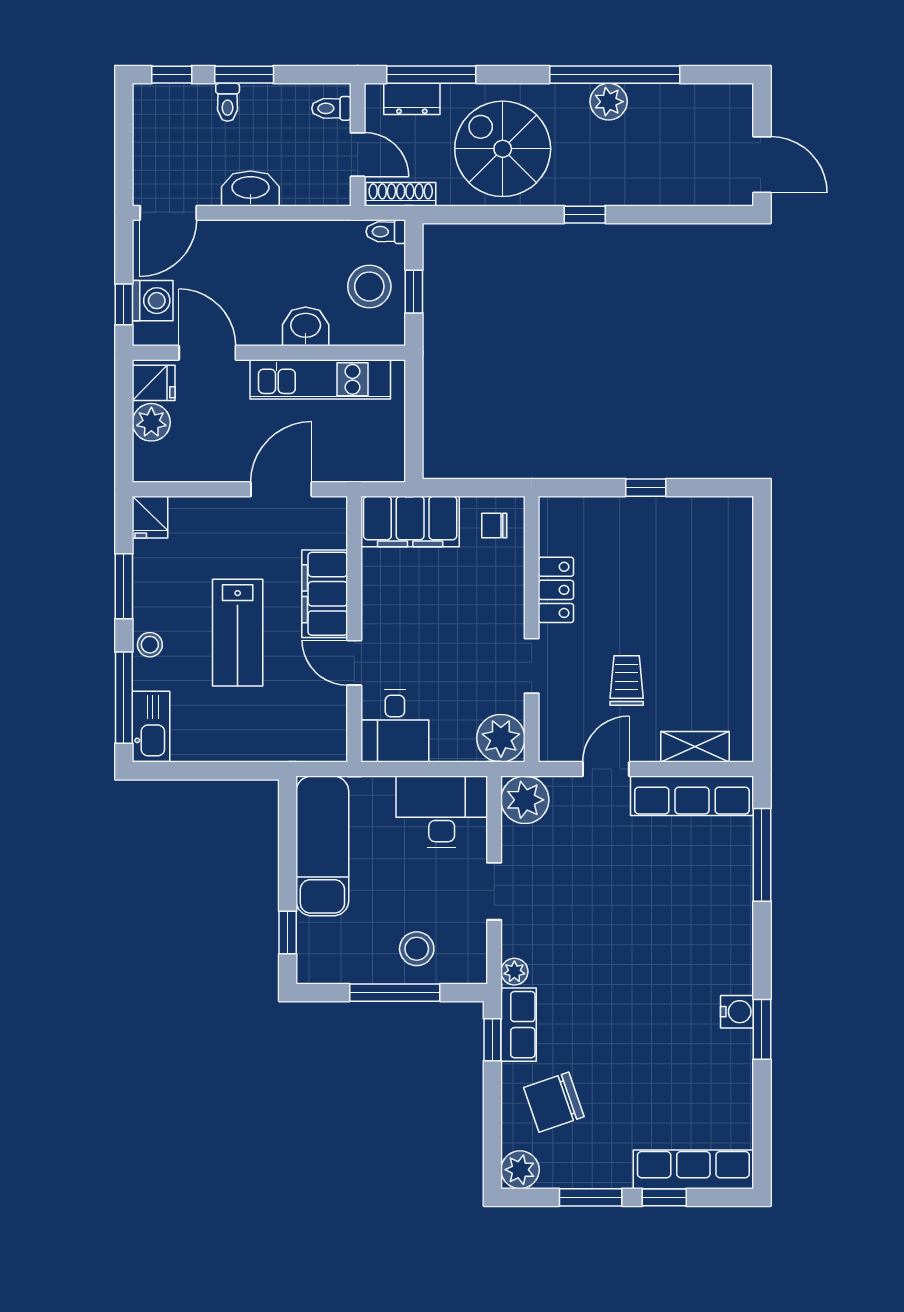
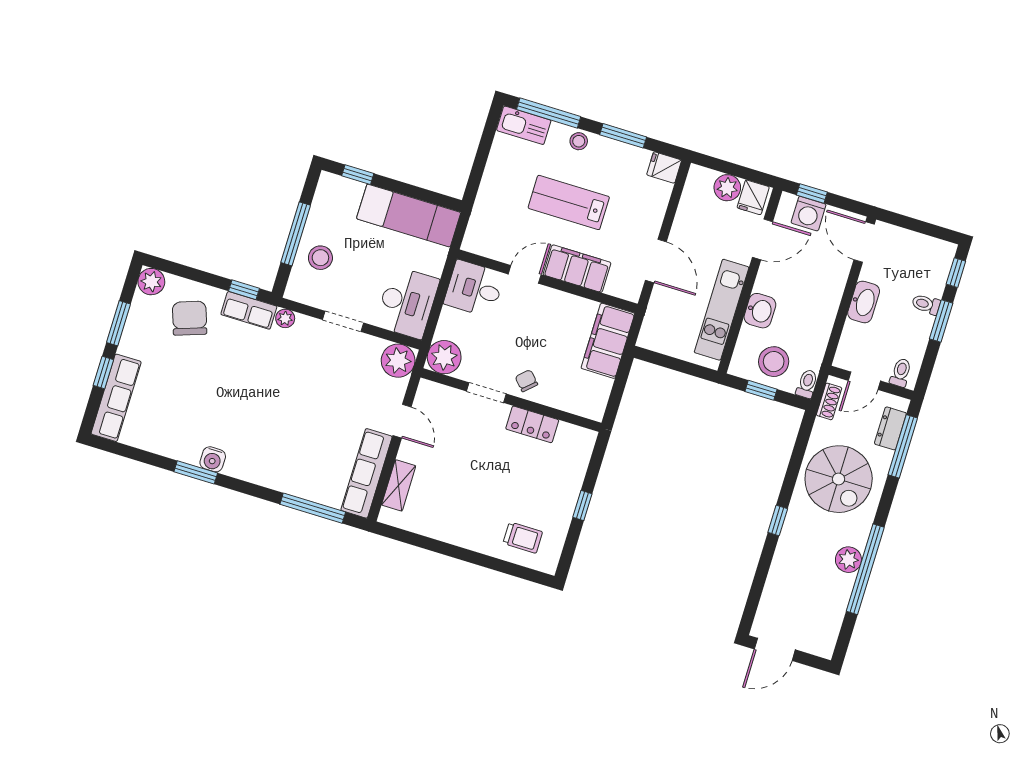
spiral stairs: (503, 149) -> (839, 479), turned 90
shoe rack: (401, 194) -> (829, 401), width x0.70
chair: (494, 525) -> (526, 381), moved, turned -43
trolley: (627, 680) -> (523, 538), moved

